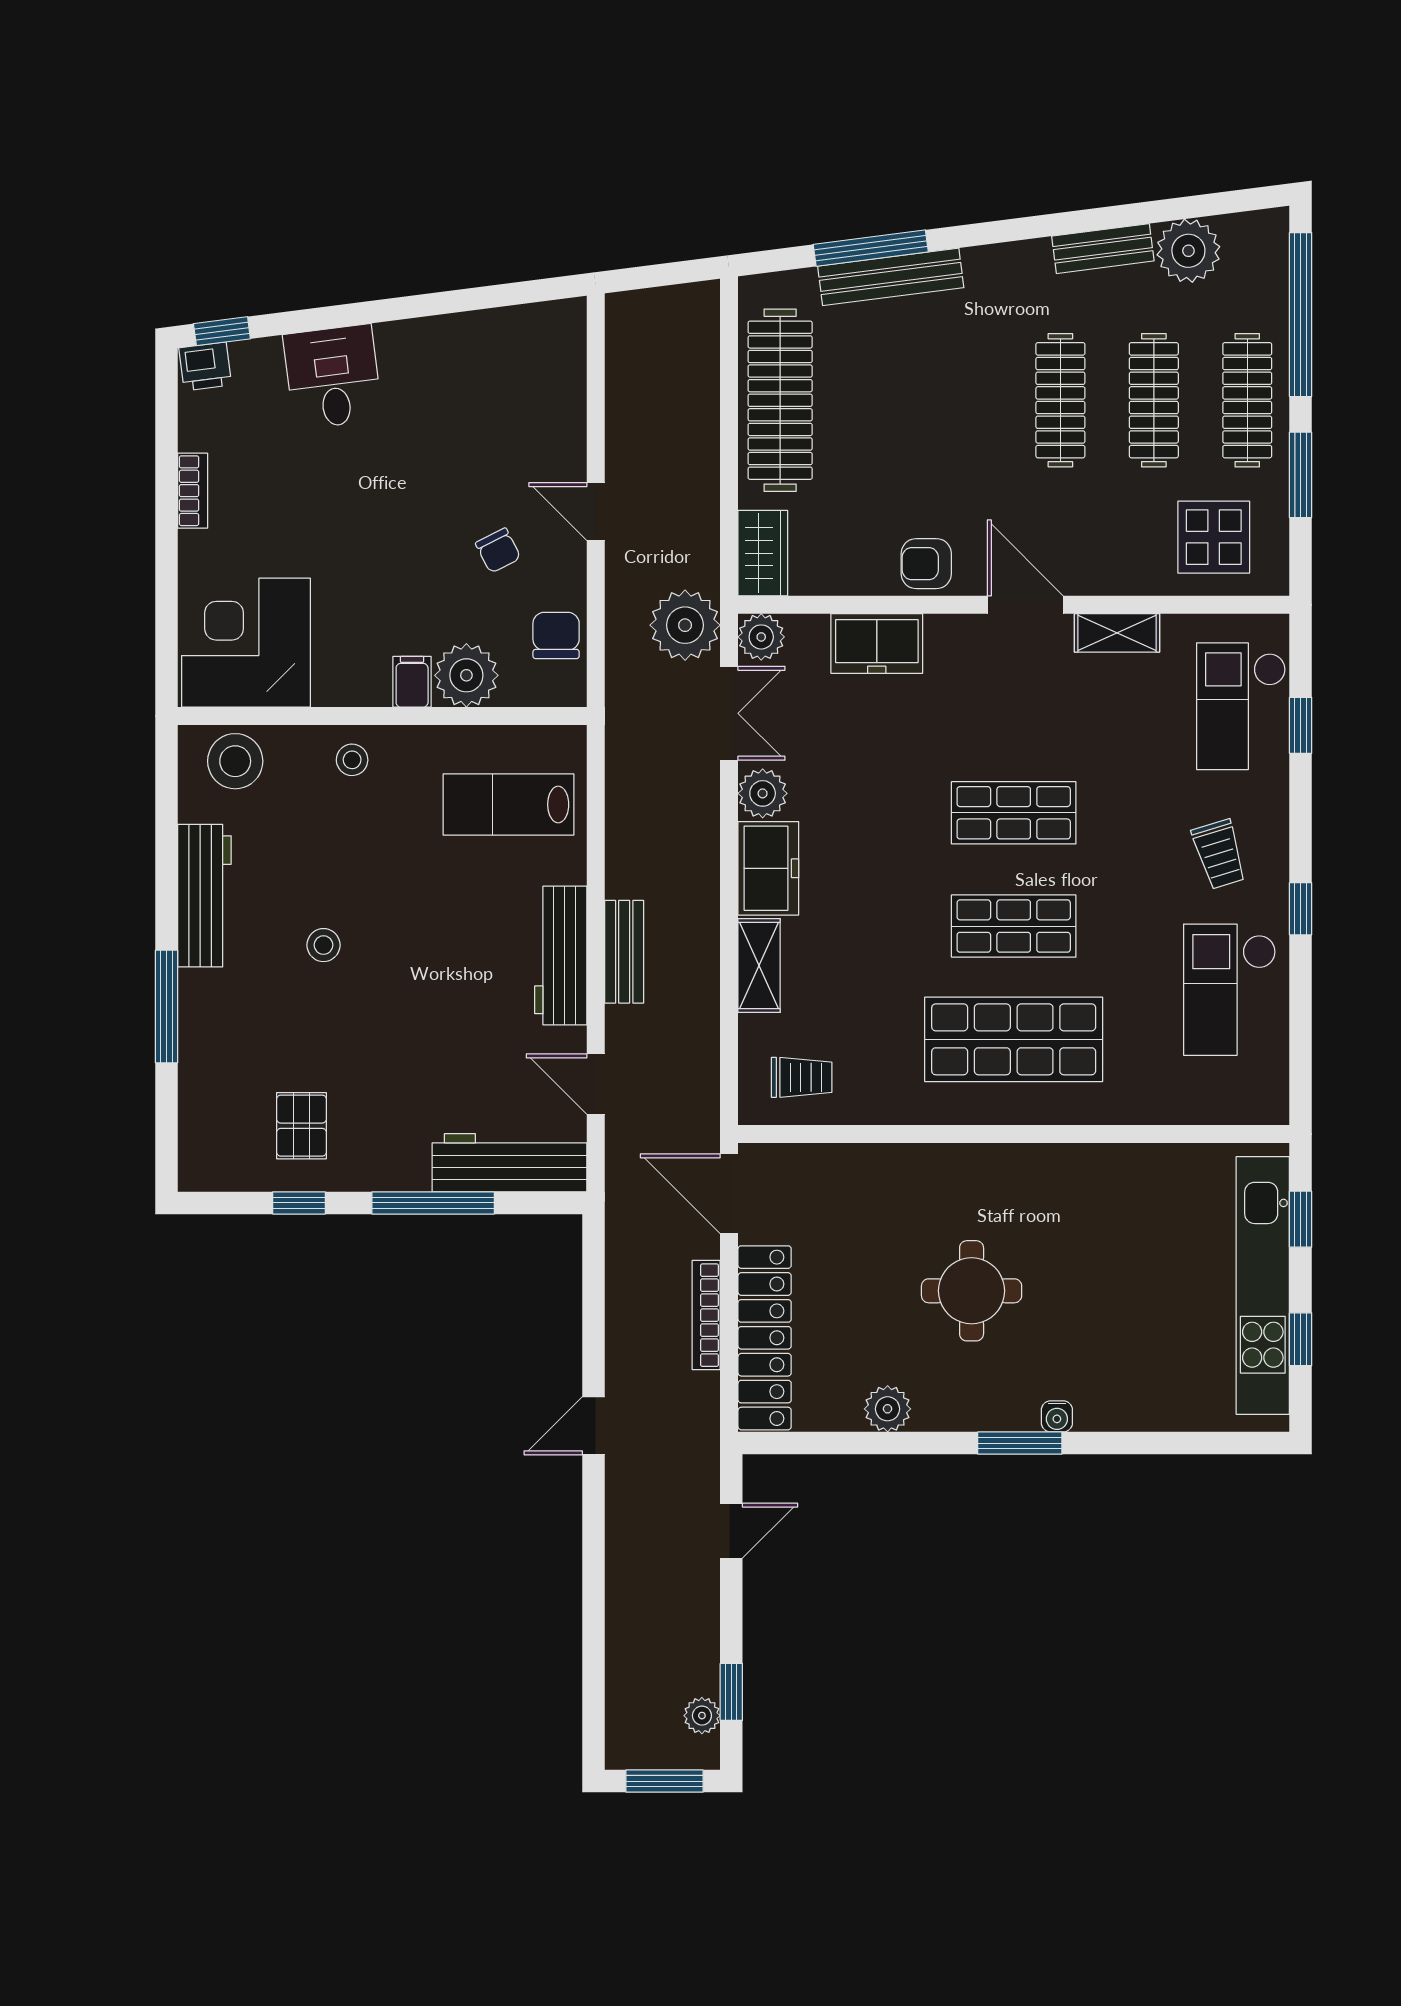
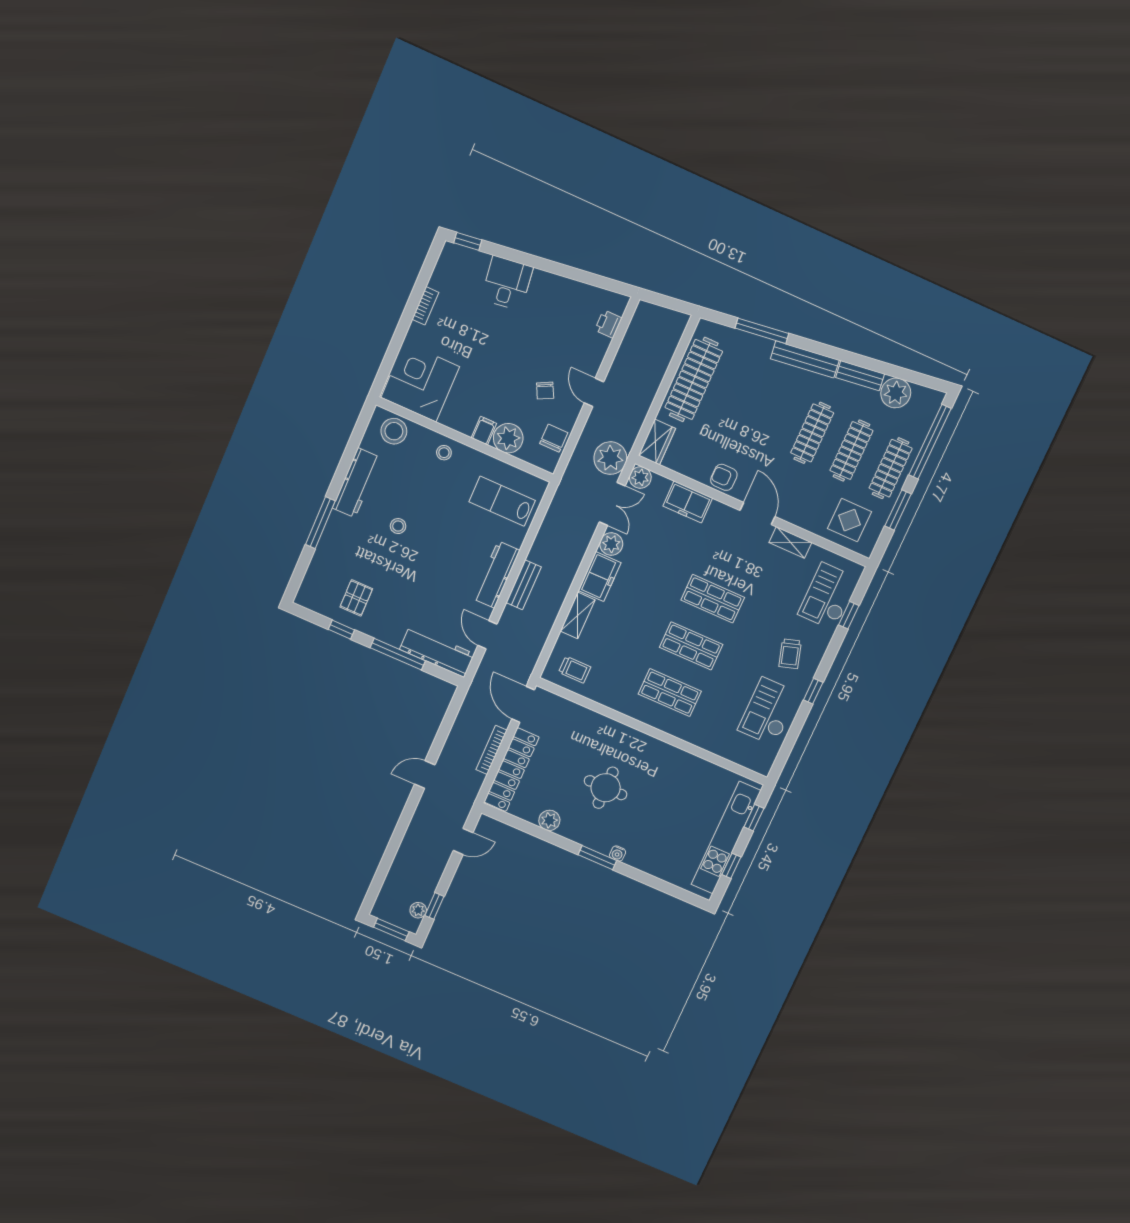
bench: (891, 277) -> (805, 359), moved
printer: (205, 366) -> (608, 324), moved, turned 97
shop shelf: (1014, 1039) -> (670, 693), width x0.70, depth x0.74

